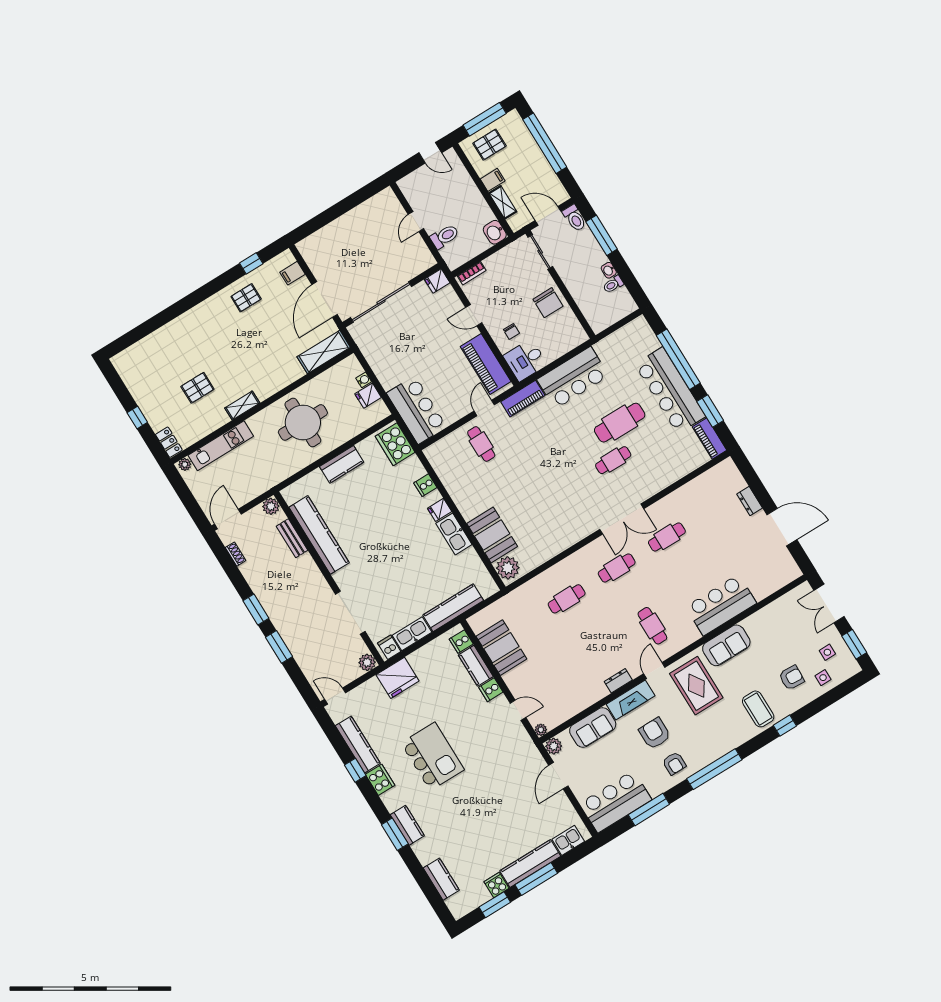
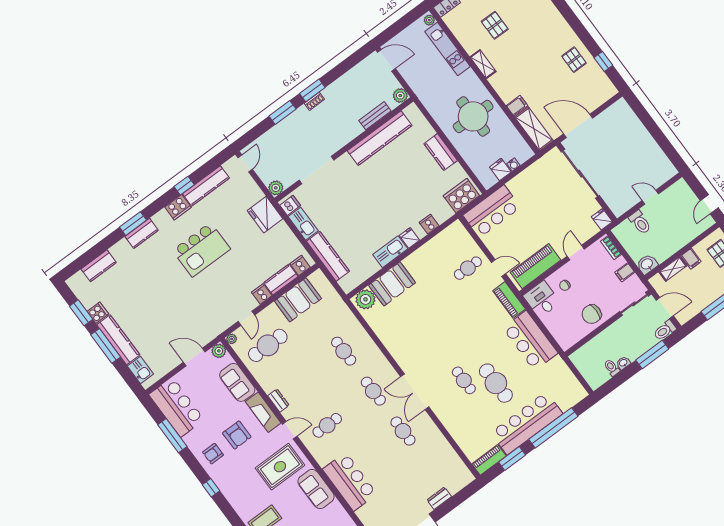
door: (548, 216) -> (665, 308), hinge flipped
filing cabinet: (502, 259) -> (625, 272), added
filing cabinet: (292, 273) -> (517, 106), moved, turned 90
shoe rack: (236, 554) -> (314, 101), moved
cafe table: (552, 688) -> (268, 345), added
armchair: (655, 733) -> (237, 435), turned 90
window: (714, 769) -> (211, 488), width x0.32

